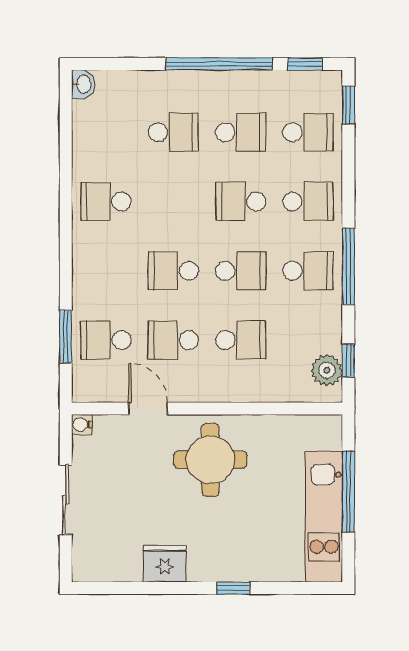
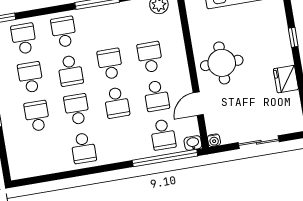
washbasin: (83, 84) -> (193, 143), moved
school desk: (308, 271) -> (77, 109), moved
window: (66, 337) -> (165, 158), width x2.11

